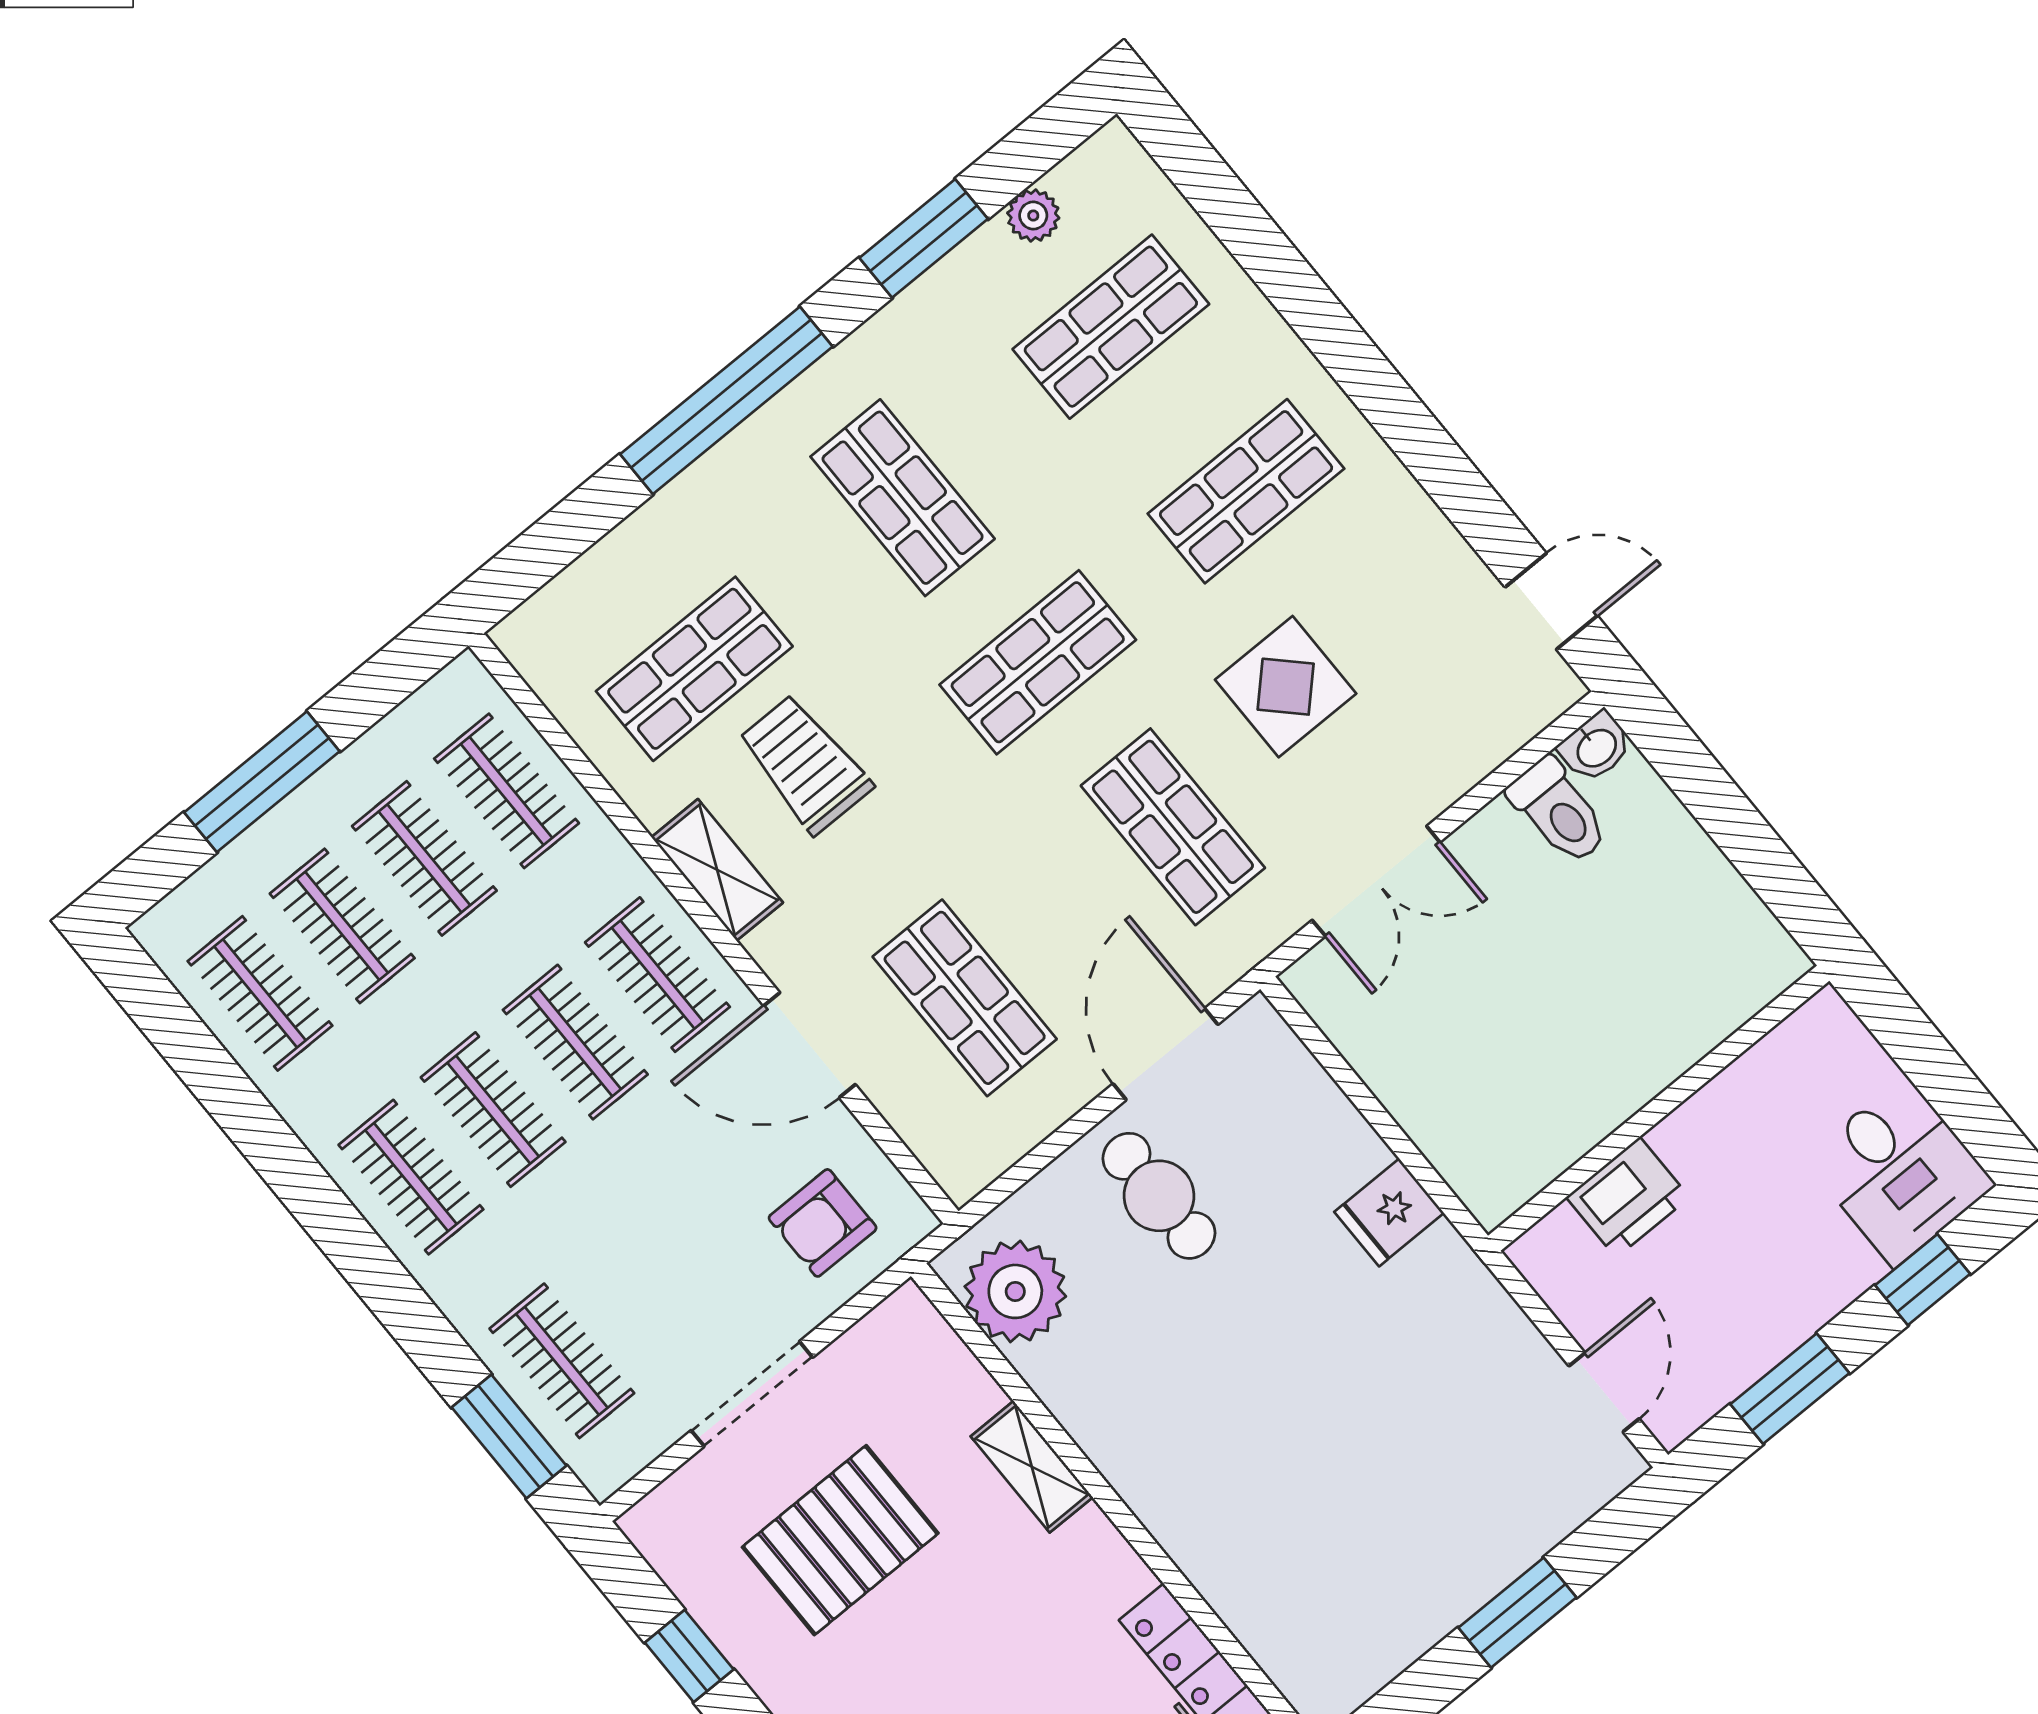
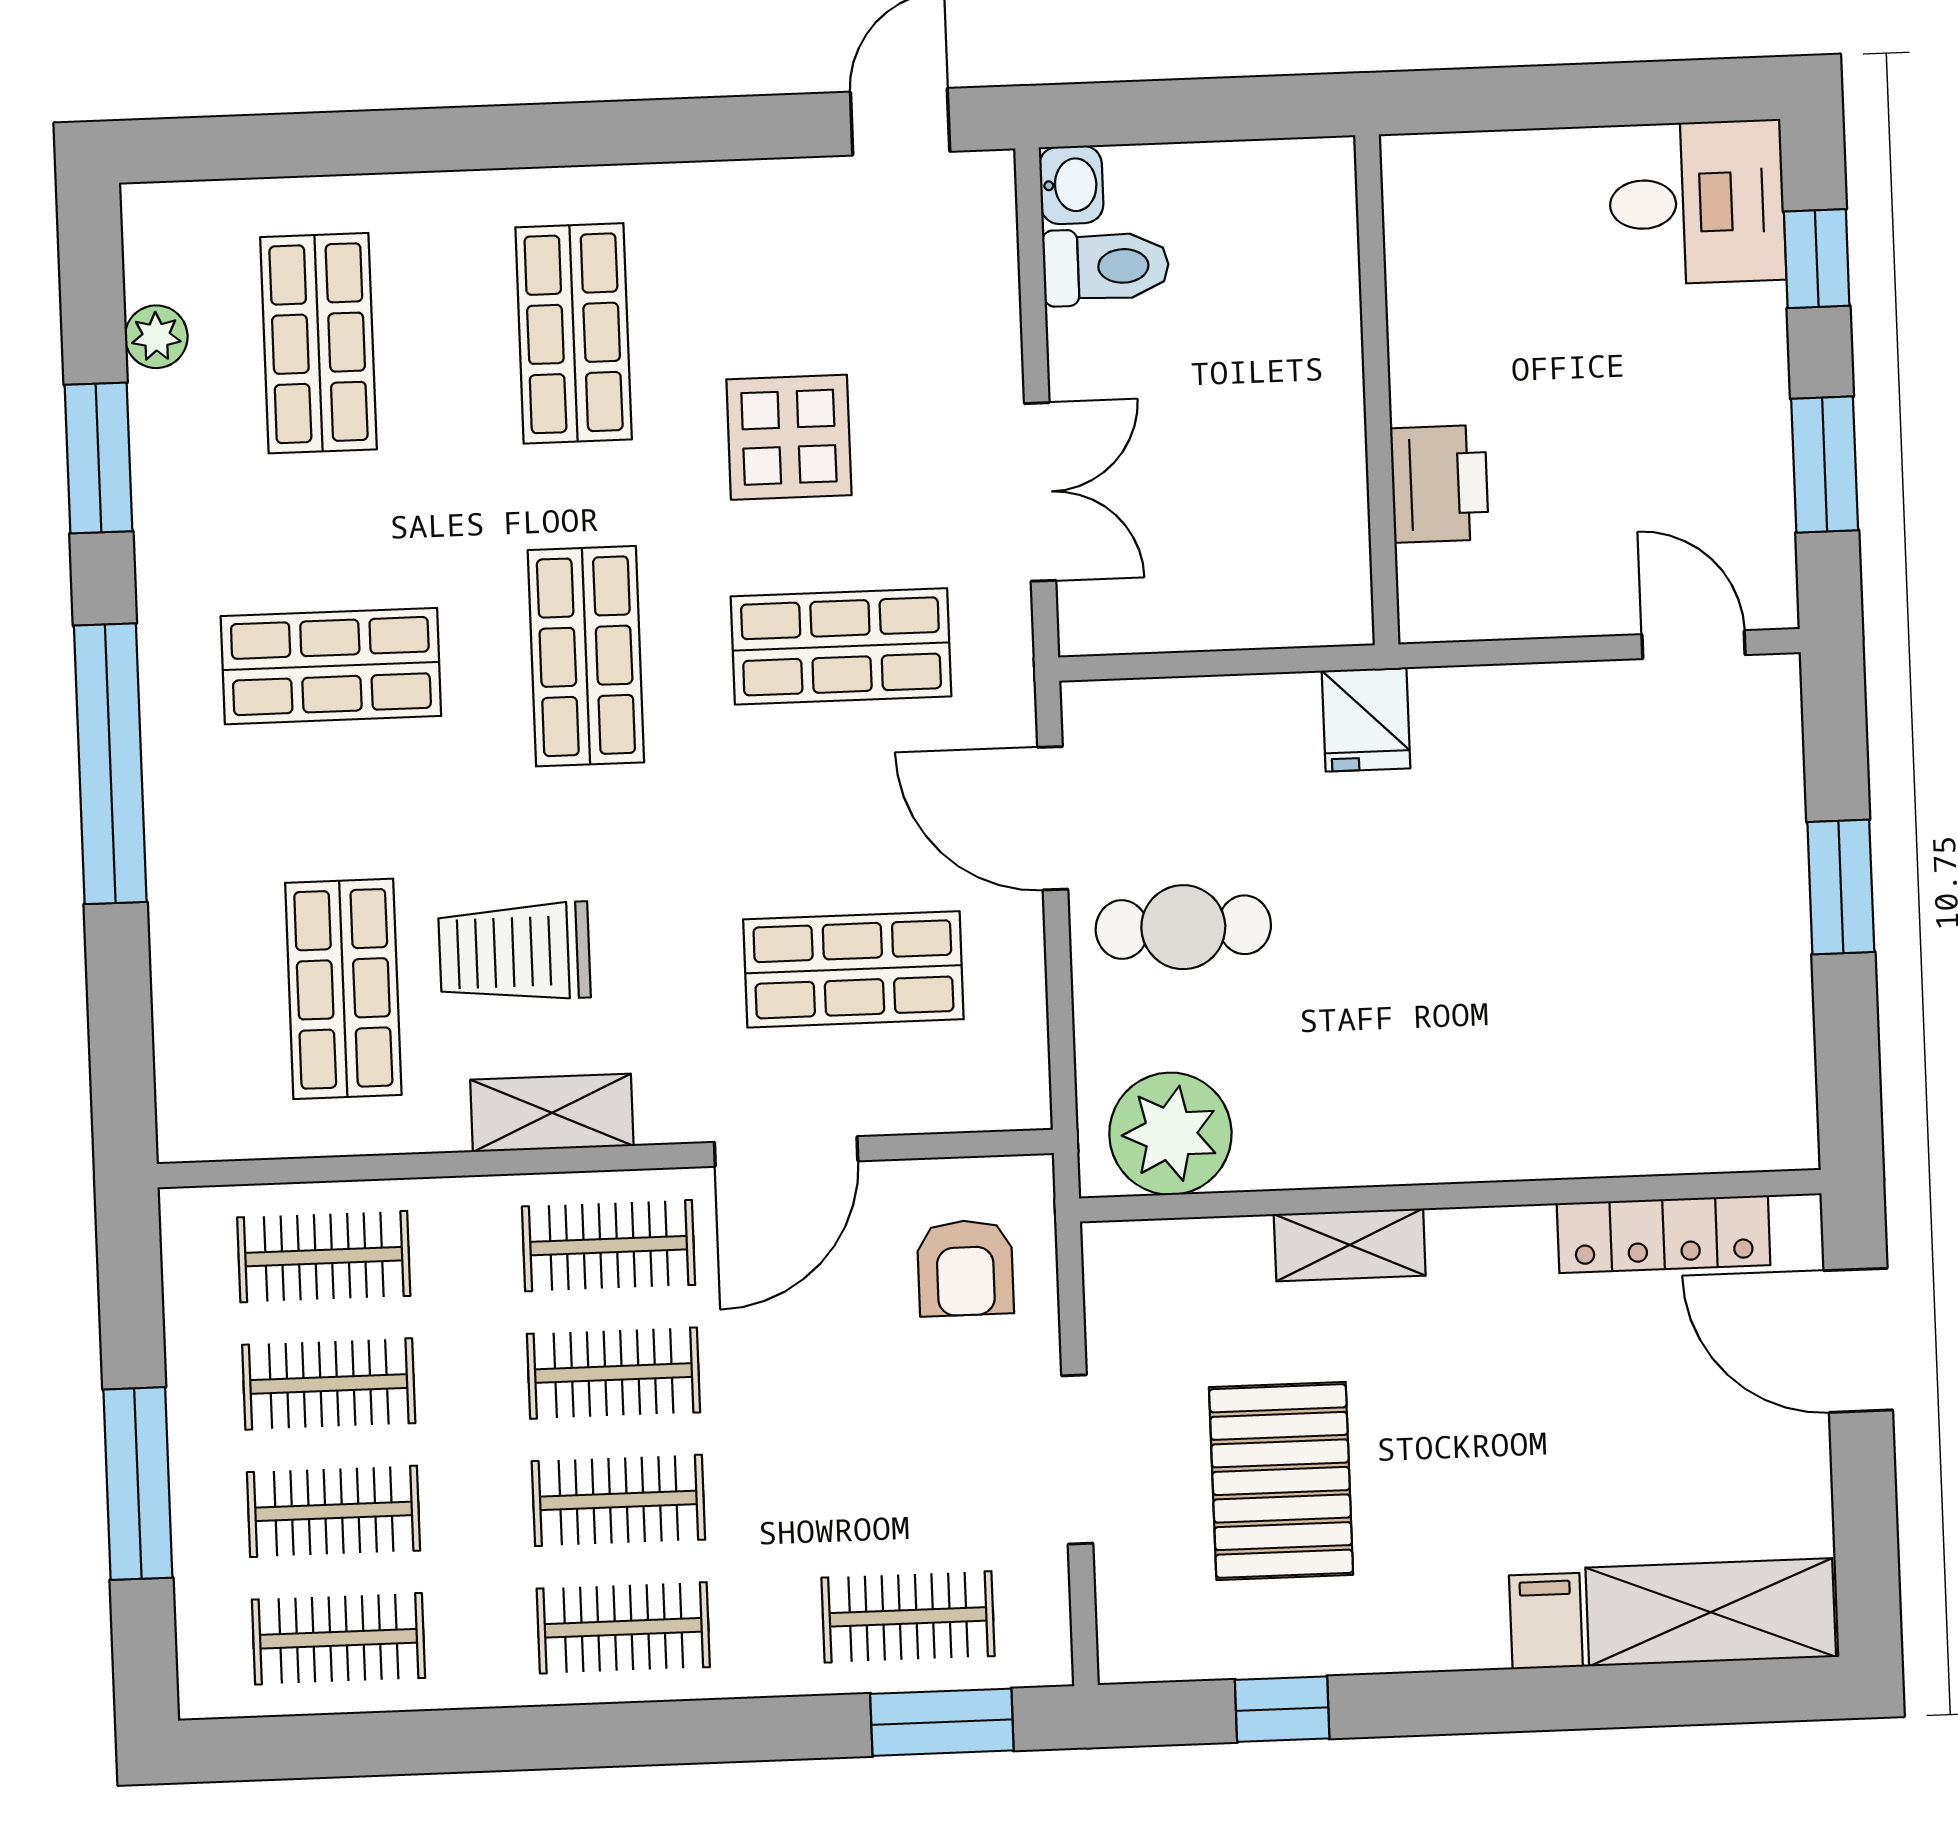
wall: (1659, 1108) -> (1377, 390), moved
printer: (1628, 1197) -> (1439, 484), moved

